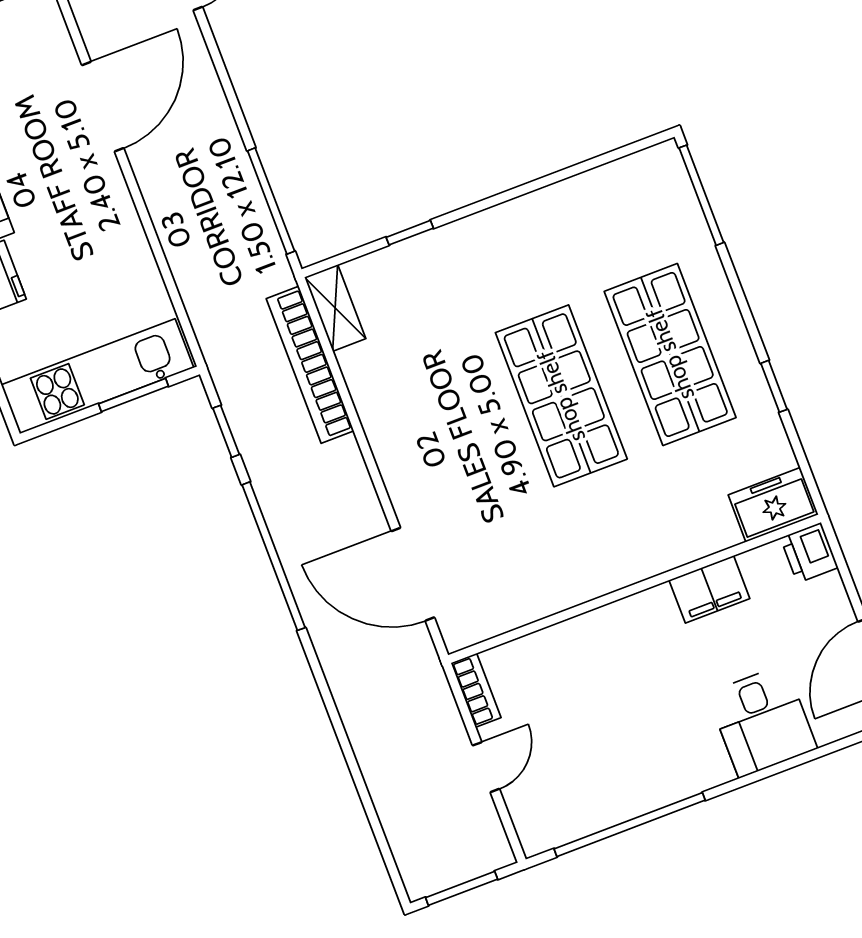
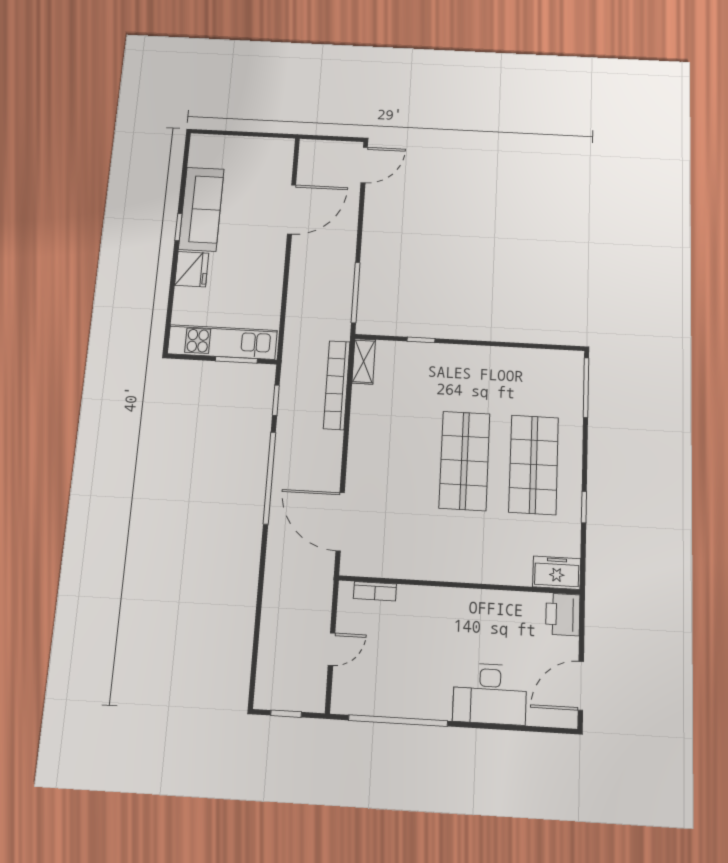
printer: (809, 553) -> (563, 614), width x1.36, depth x1.24
filing cabinet: (709, 589) -> (501, 604), removed
bookcase: (476, 690) -> (375, 591), moved, turned 90
desk: (762, 721) -> (490, 694), width x1.37
window: (462, 888) -> (286, 714), width x0.67

